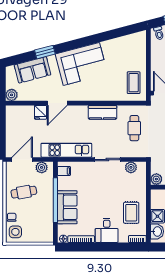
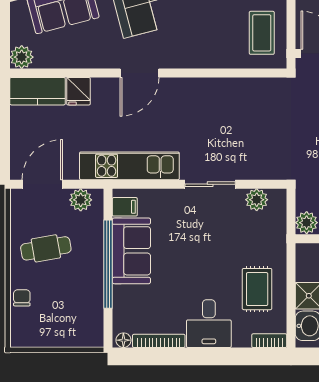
door: (57, 103) -> (139, 73), moved
kitchen counter: (102, 112) -> (38, 91), moved
cafe table: (134, 128) -> (263, 122), removed
sofa: (67, 207) -> (131, 251), moved
side table: (15, 232) -> (29, 327), removed

